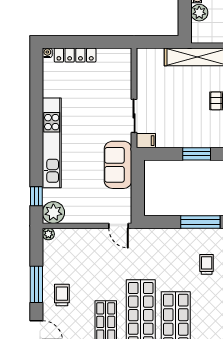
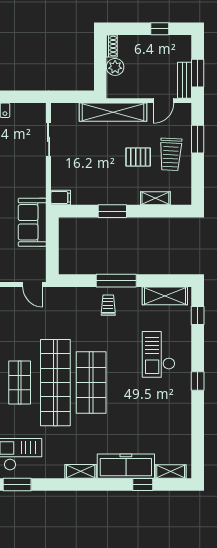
sliding door: (134, 116) -> (49, 139), moved
trolley: (207, 264) -> (108, 305), moved

